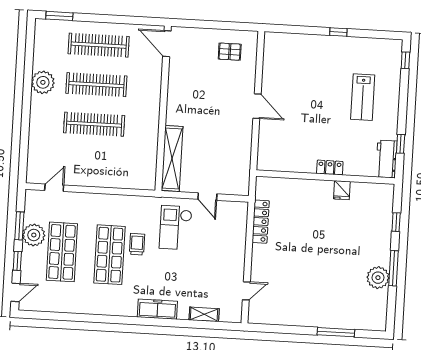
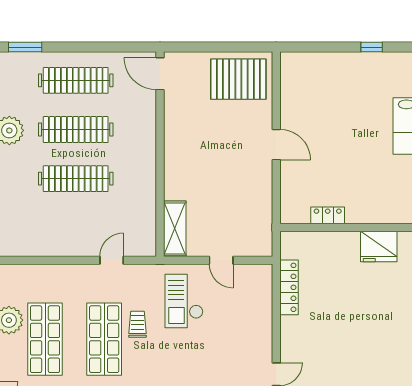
pallet: (230, 52) -> (238, 79), width x2.05, depth x2.00
shelving: (172, 158) -> (175, 228), width x0.68
locker: (330, 167) -> (328, 215), moved
door: (54, 188) -> (112, 260), moved
fridge: (342, 190) -> (379, 247), width x1.88, depth x1.34

